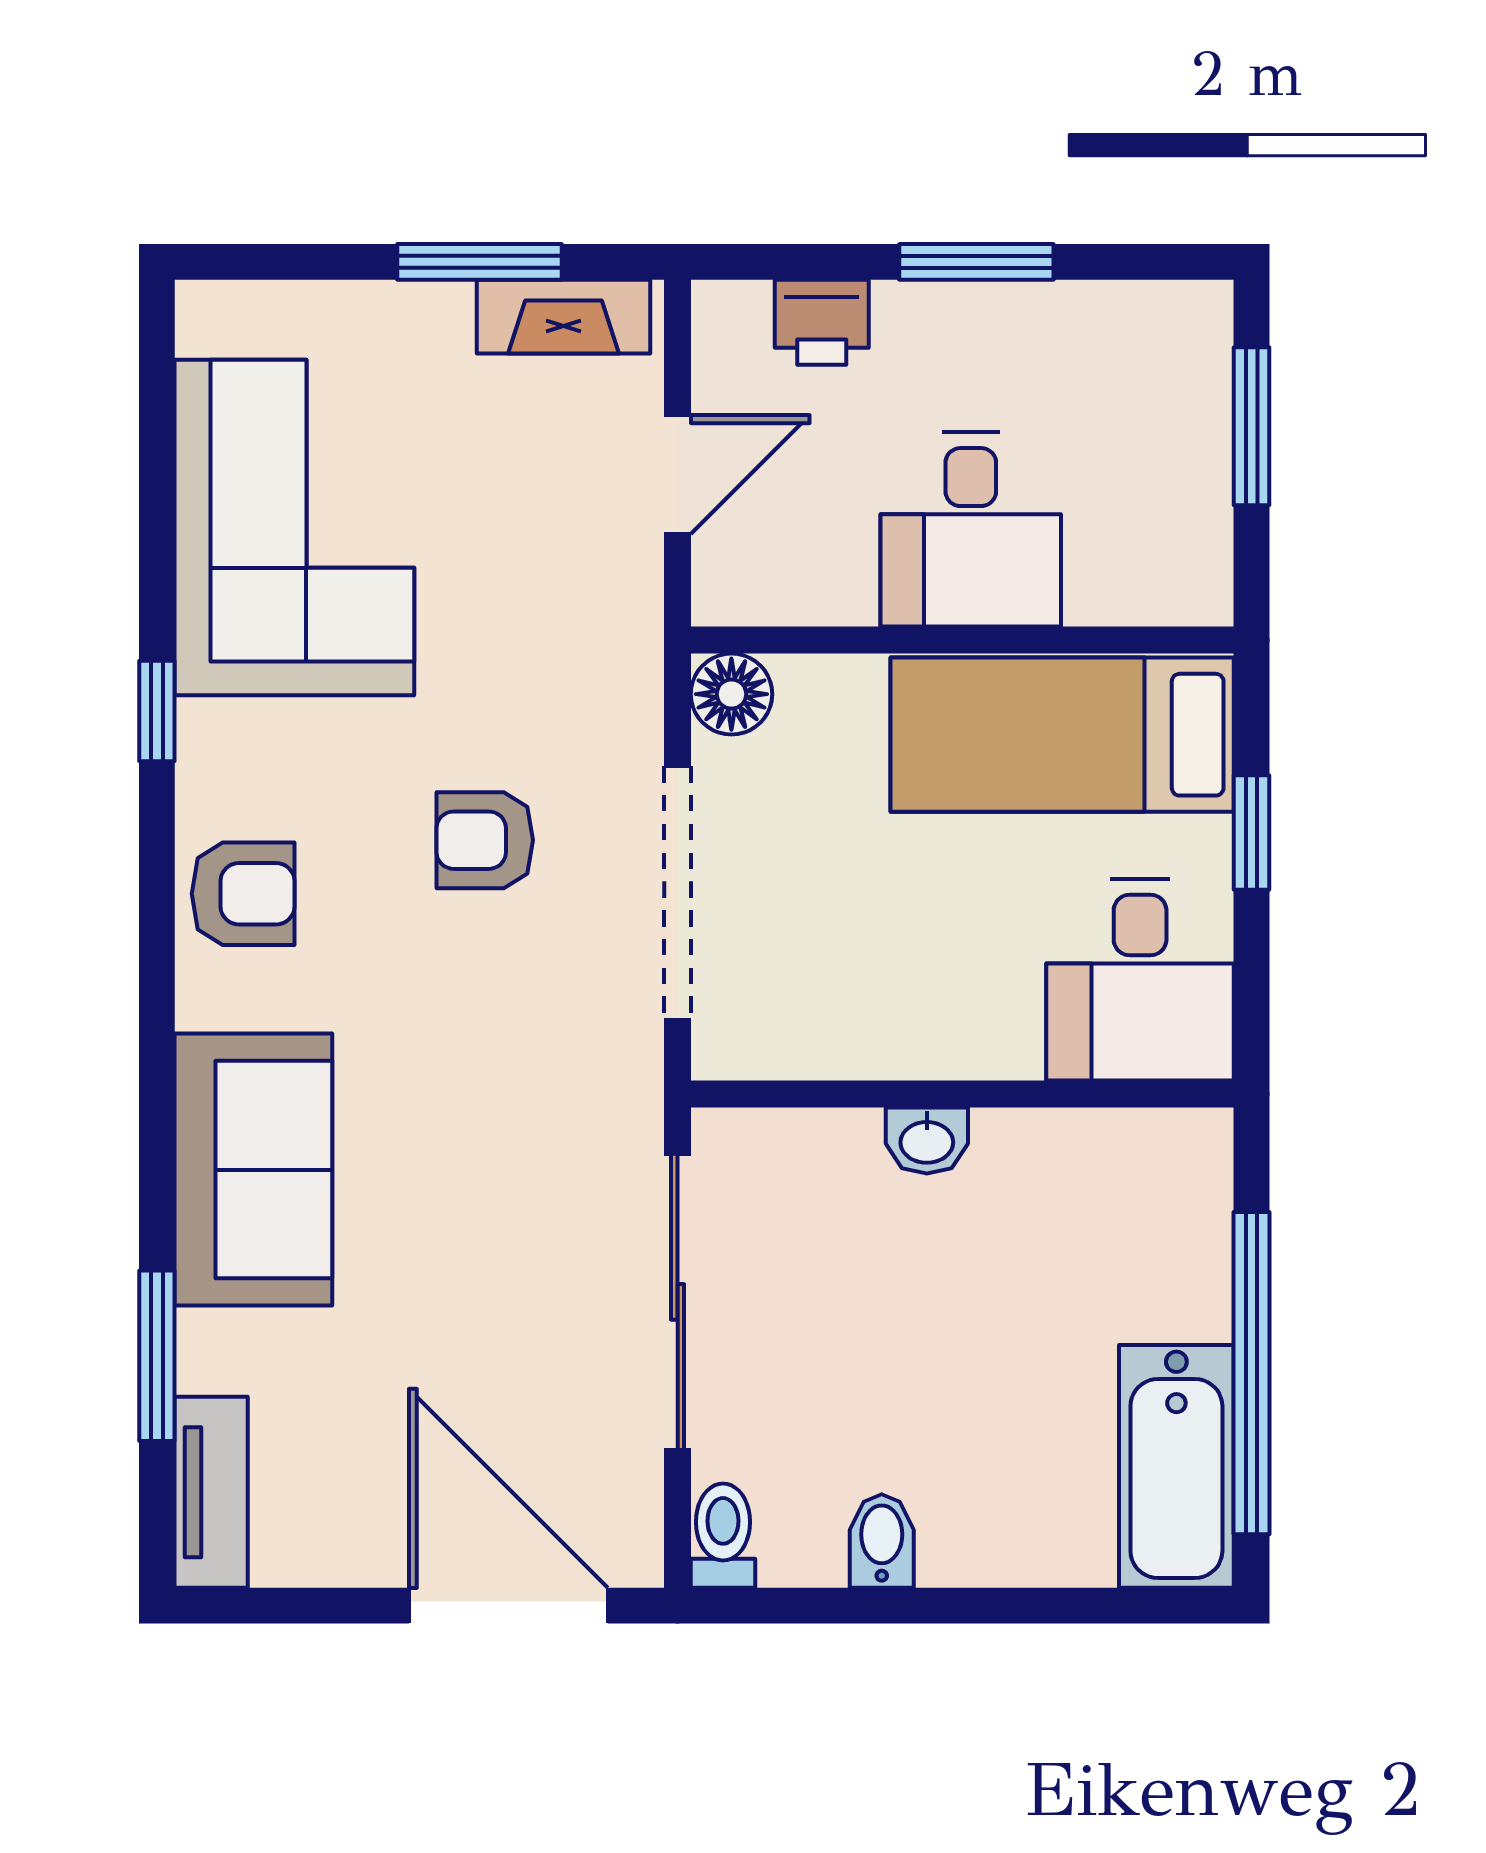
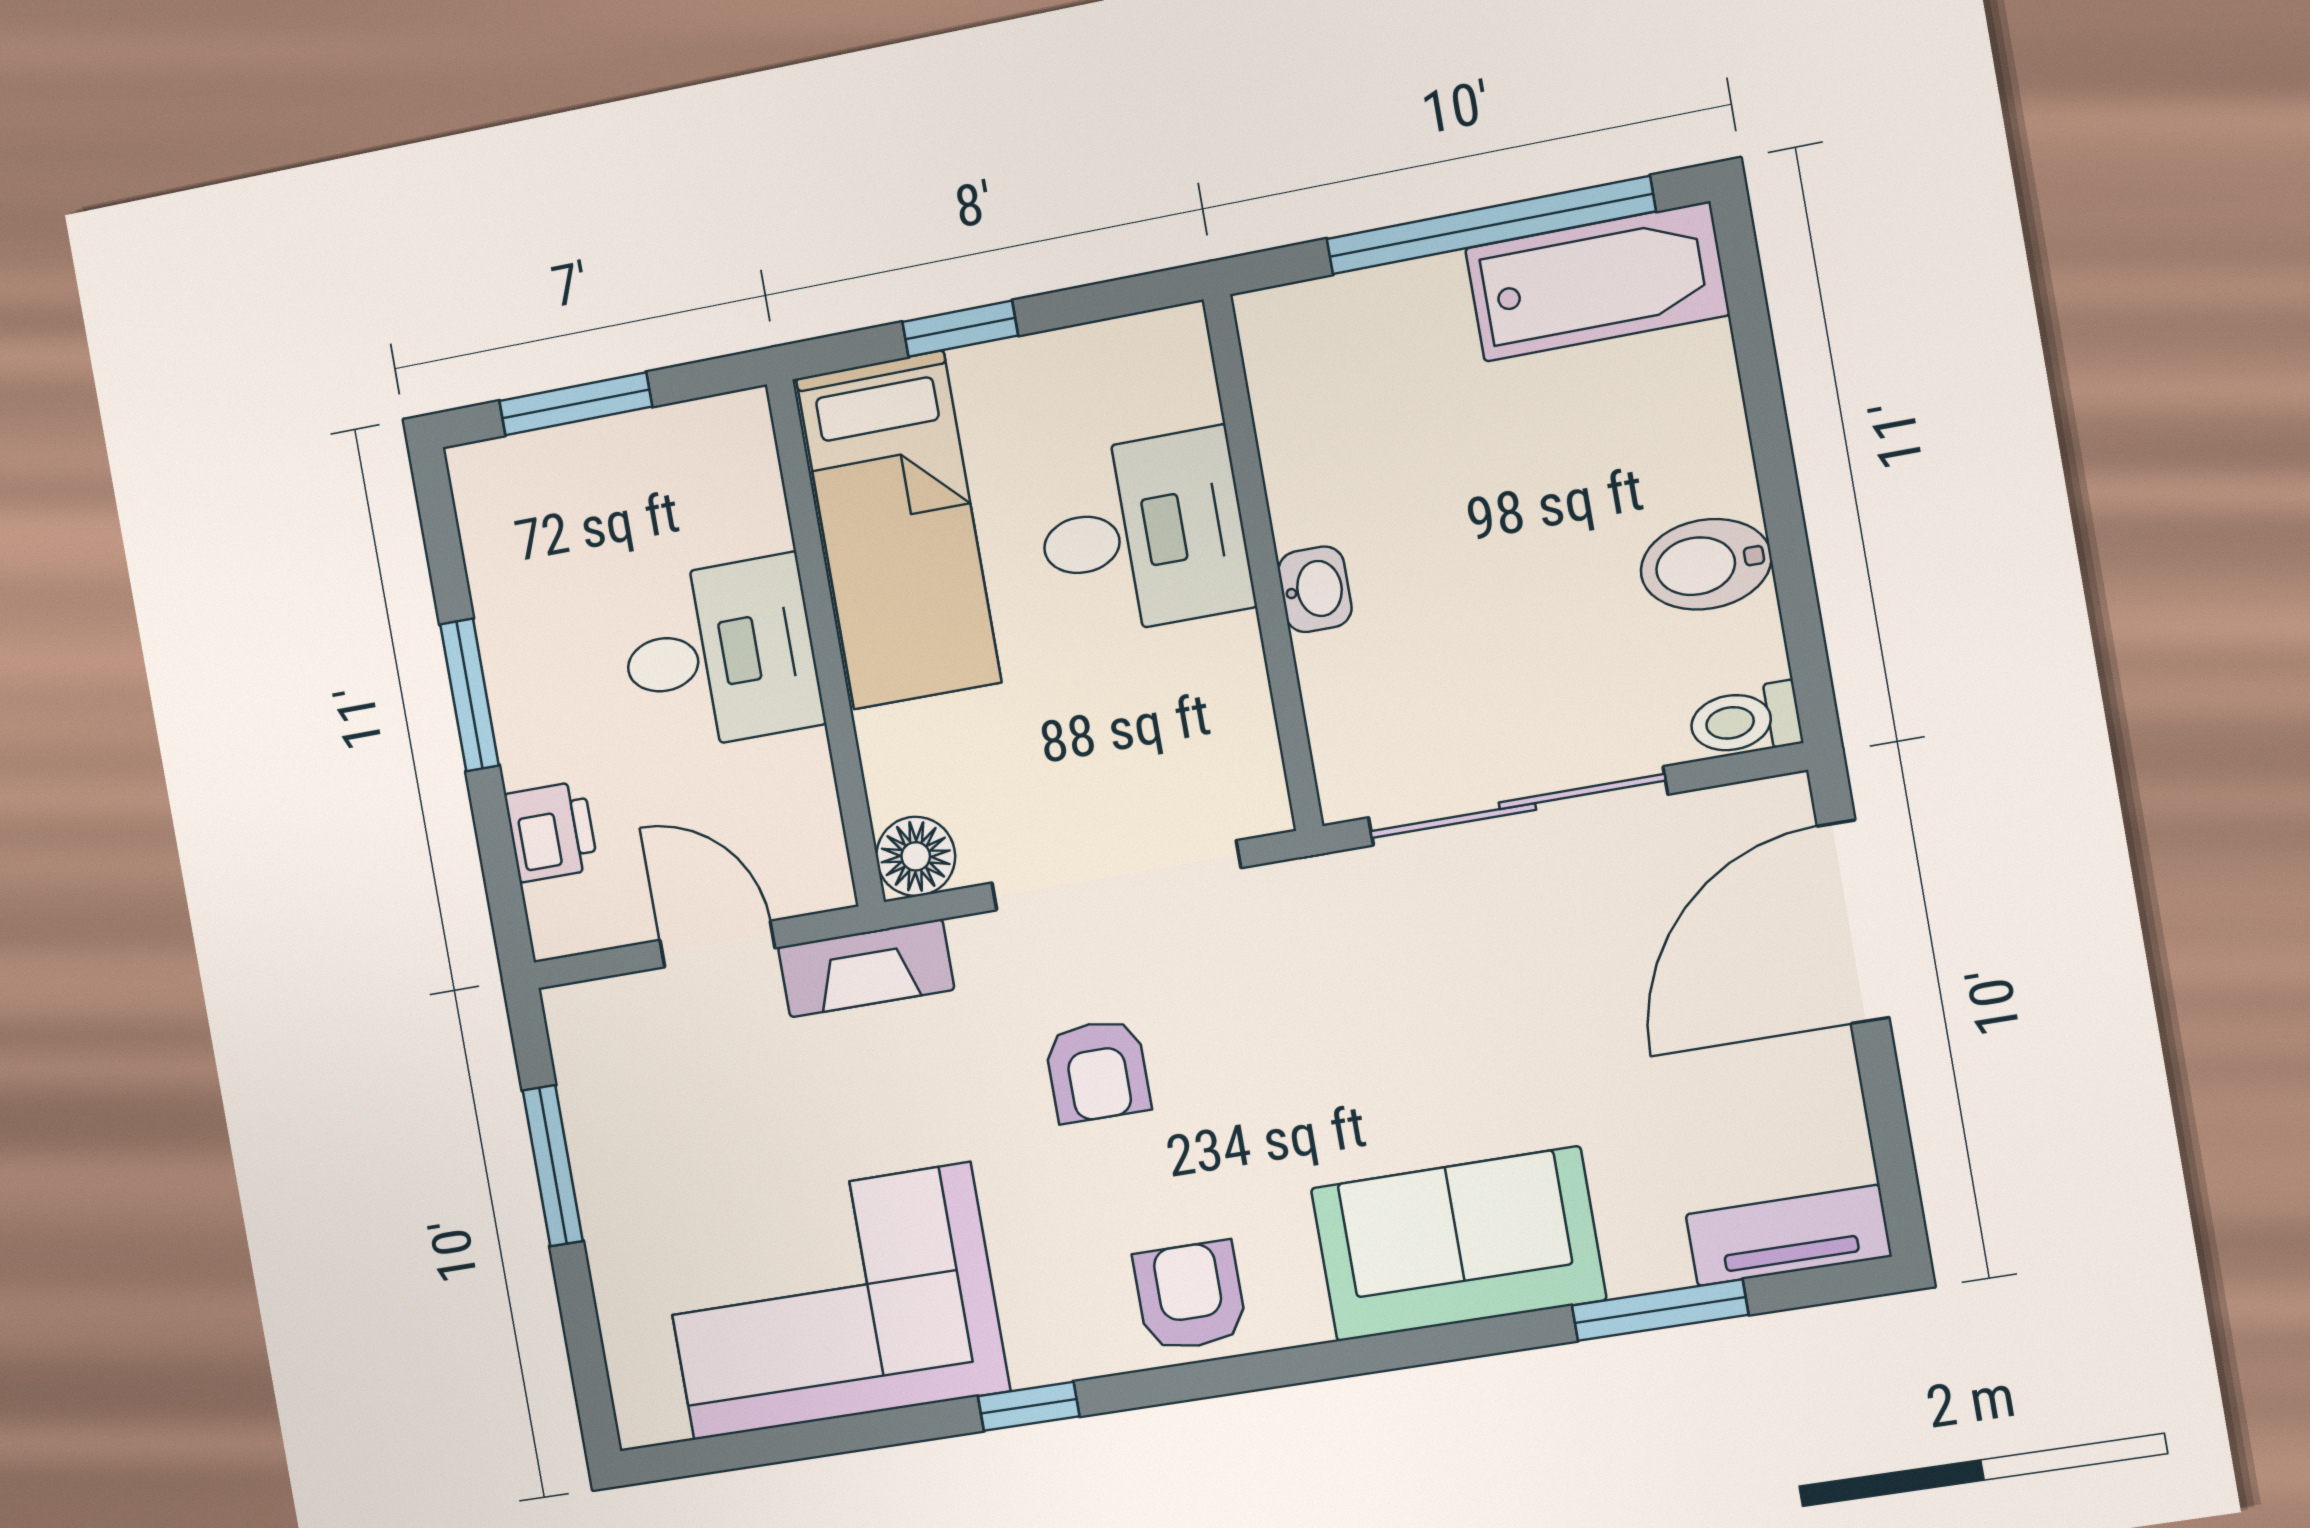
fireplace: (563, 317) -> (866, 968), moved, turned 90
desk: (1140, 980) -> (1143, 534), moved
bidet: (882, 1541) -> (1706, 564), width x1.38, depth x1.36

